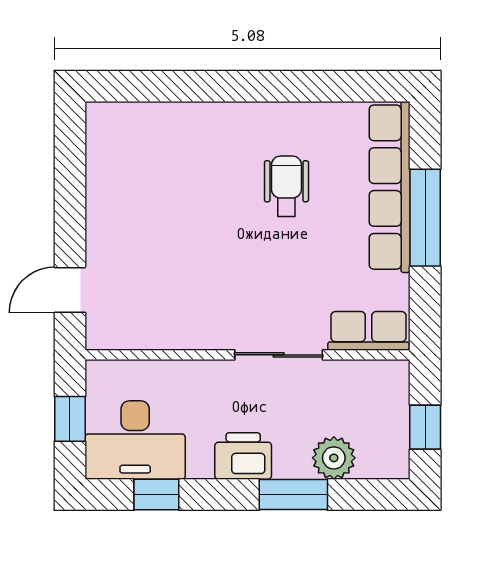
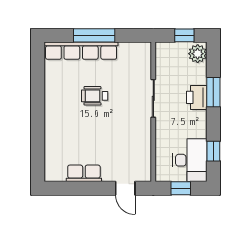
wheelchair: (286, 186) -> (95, 96), moved
row of seats: (368, 331) -> (84, 173), moved, turned 90
printer: (243, 456) -> (197, 97), moved
plant: (334, 458) -> (198, 54), moved

